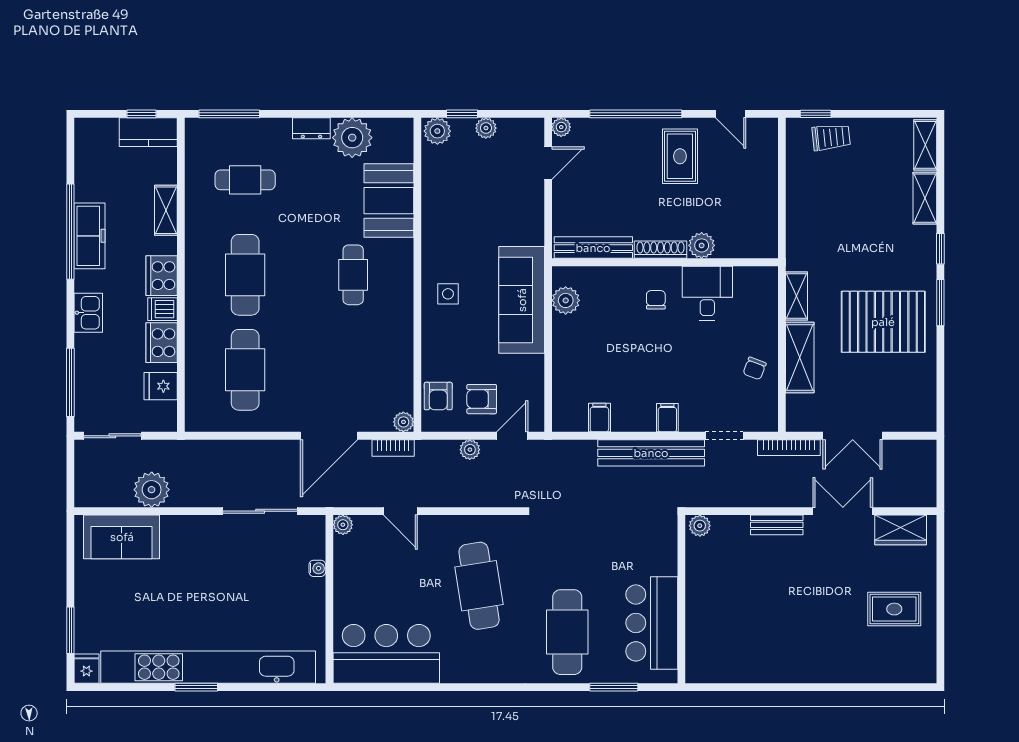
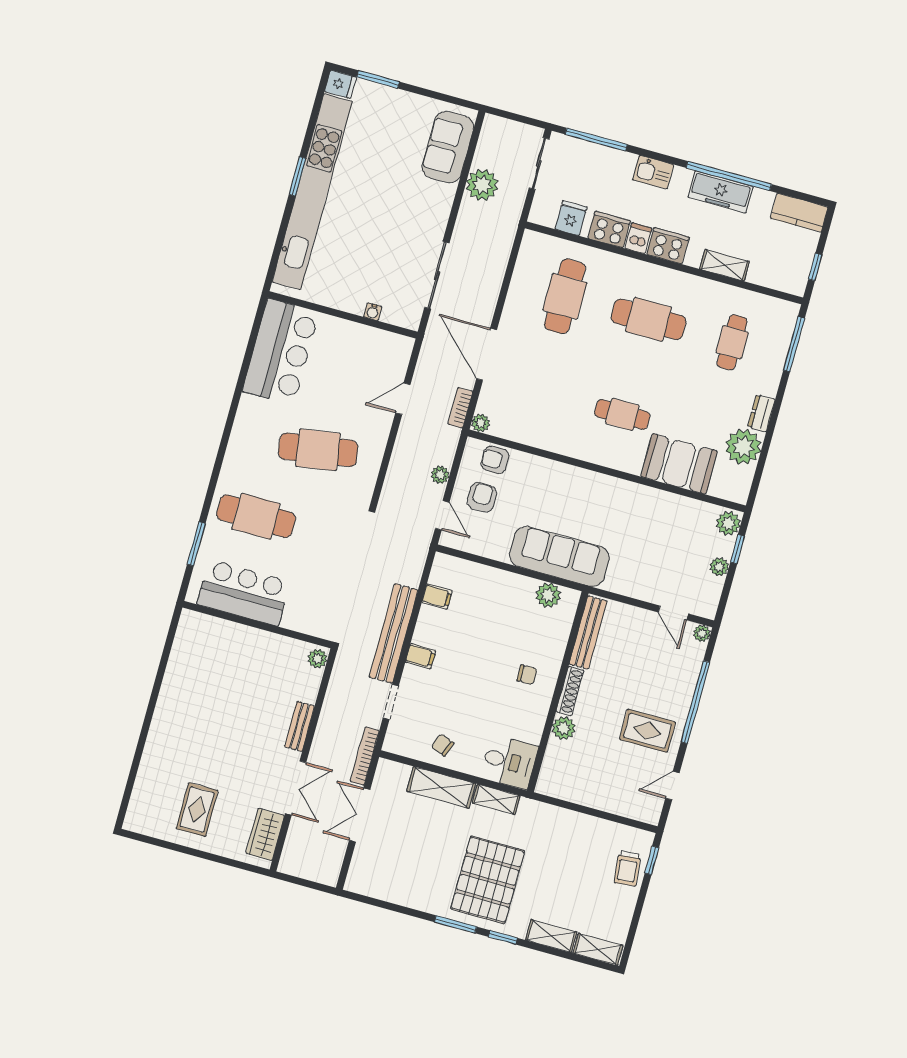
kitchen counter: (148, 132) -> (799, 213), moved, turned -90
desk: (707, 293) -> (509, 762), moved
side table: (448, 294) -> (583, 493), removed
pallet: (883, 322) -> (488, 880), moved
cafe table: (245, 370) -> (565, 296), turned 90
plant: (343, 525) -> (405, 345), removed

